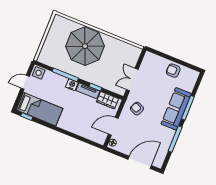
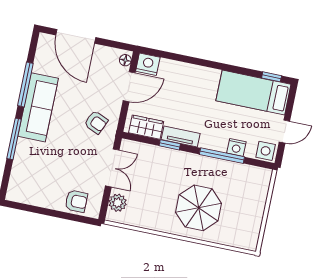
parasol: (85, 46) -> (199, 208), width x0.73, depth x0.73
plant: (133, 58) -> (118, 203), added
armchair: (173, 71) -> (76, 201), moved
nightstand: (72, 85) -> (236, 147), moved
sofa: (176, 109) -> (38, 107), moved
nightstand: (100, 138) -> (148, 64), added
door: (140, 162) -> (76, 36), hinge flipped

